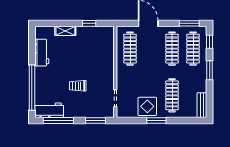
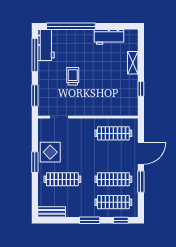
window: (189, 23) -> (141, 182), moved

